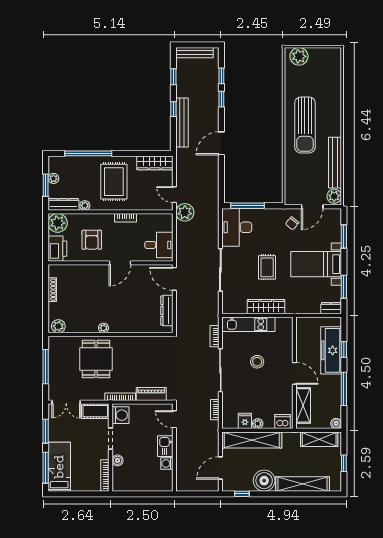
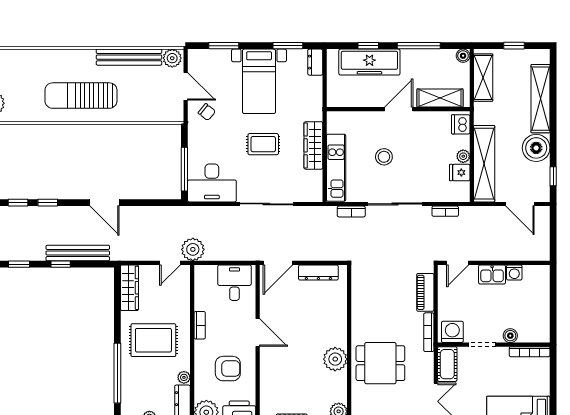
sun lounger: (305, 125) -> (81, 96), turned 180
plant: (104, 328) -> (335, 359), width x1.88, depth x1.88

